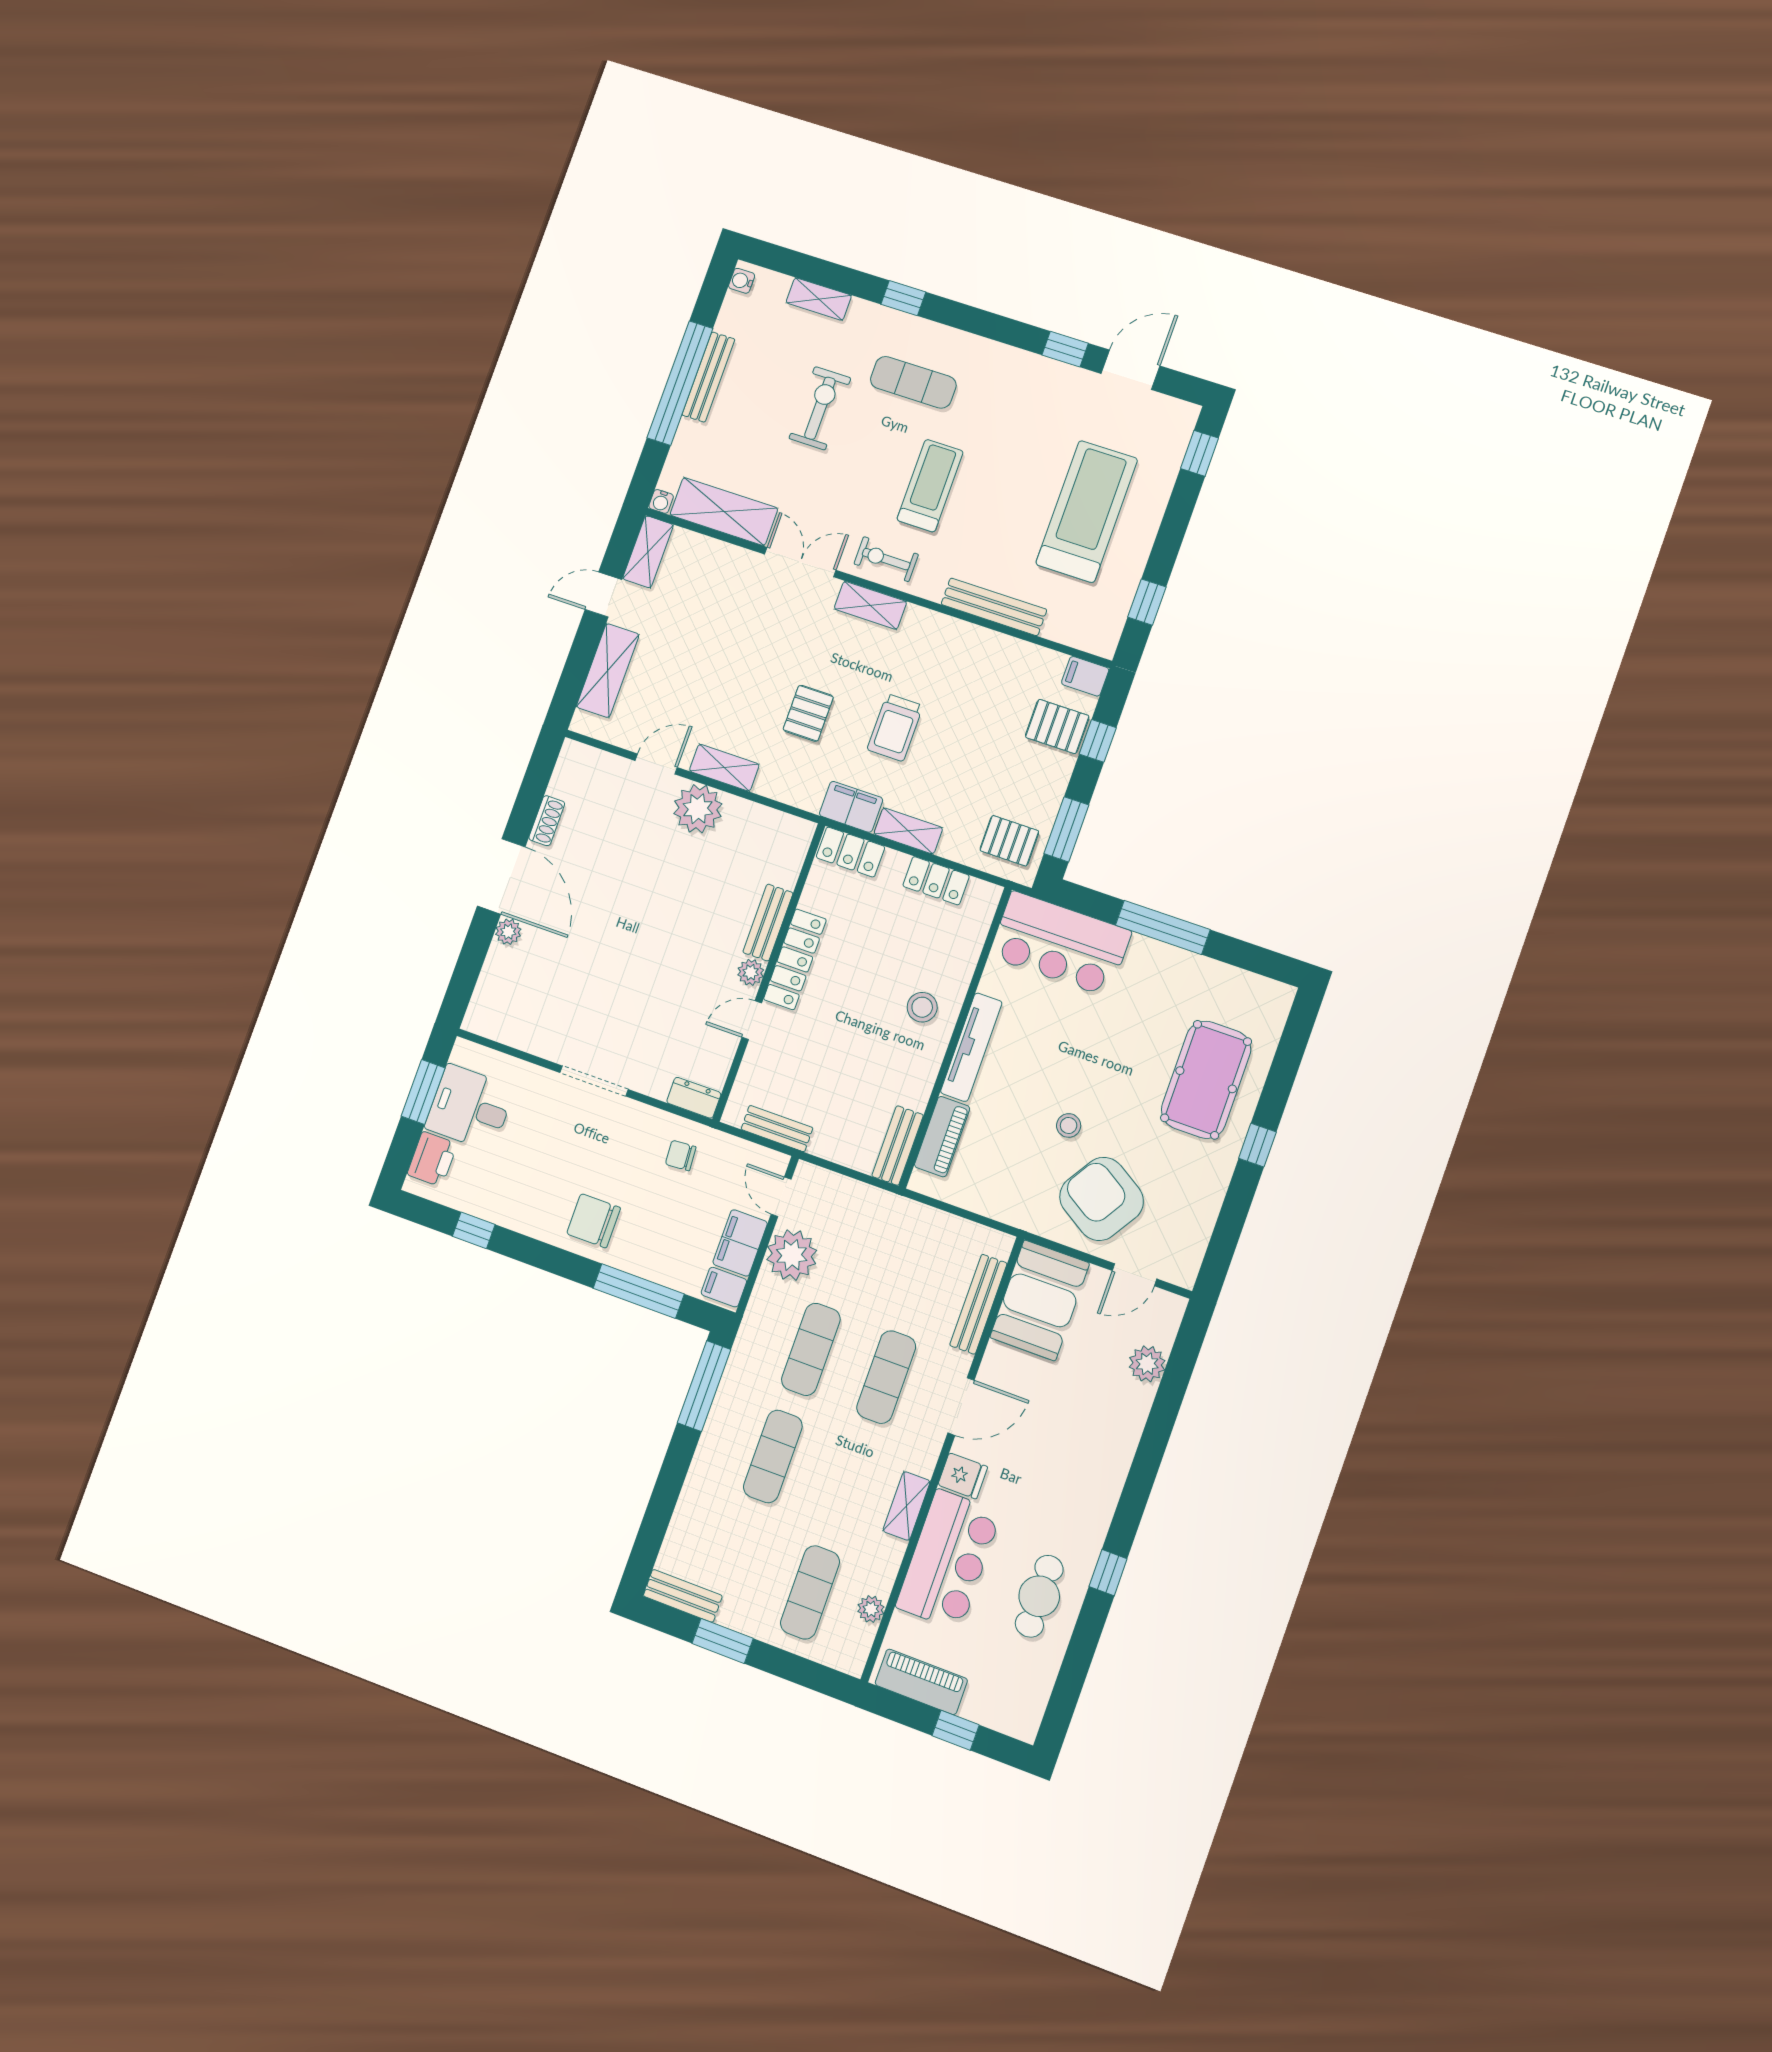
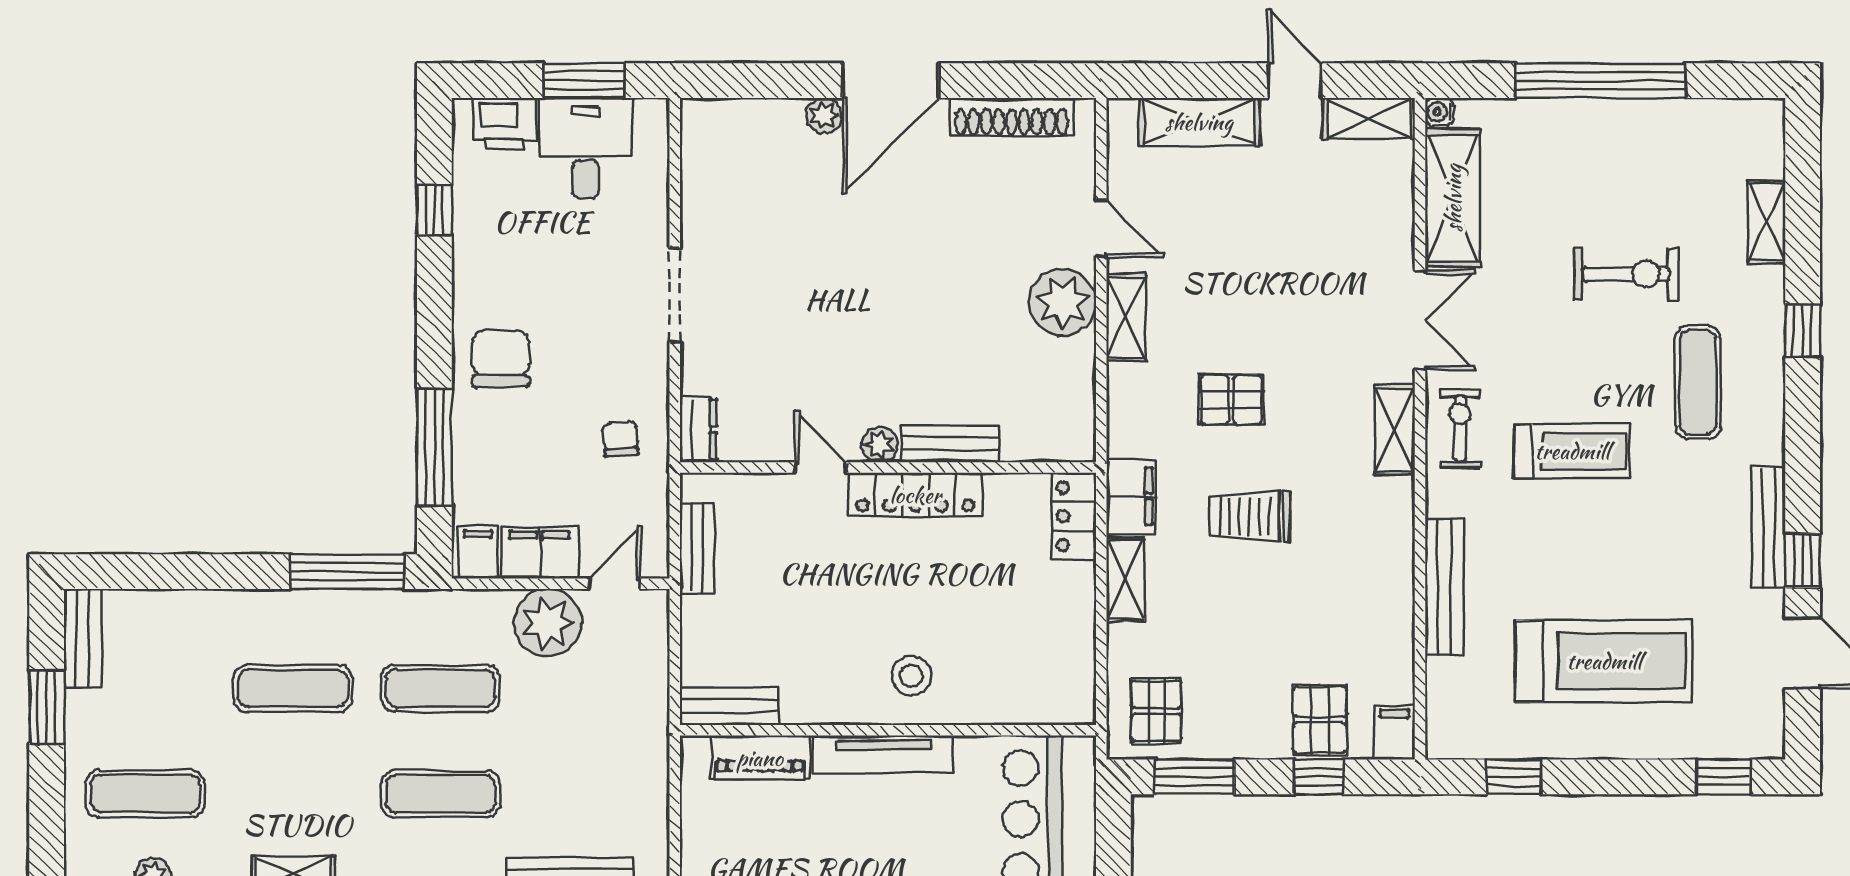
water cooler: (742, 281) -> (1759, 113), removed
bench: (708, 377) -> (1768, 527), moved, turned 90
shoe rack: (547, 821) -> (1012, 117), width x1.94, depth x1.24
locker: (936, 881) -> (1075, 637), removed

